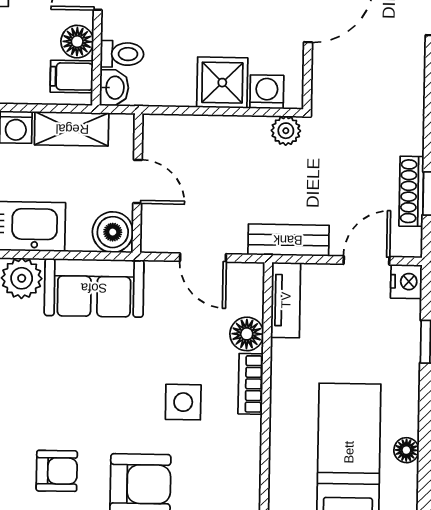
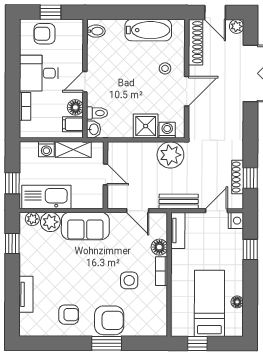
plant: (286, 131) -> (170, 155), width x1.87, depth x1.87
boiler: (113, 232) -> (94, 199), removed

